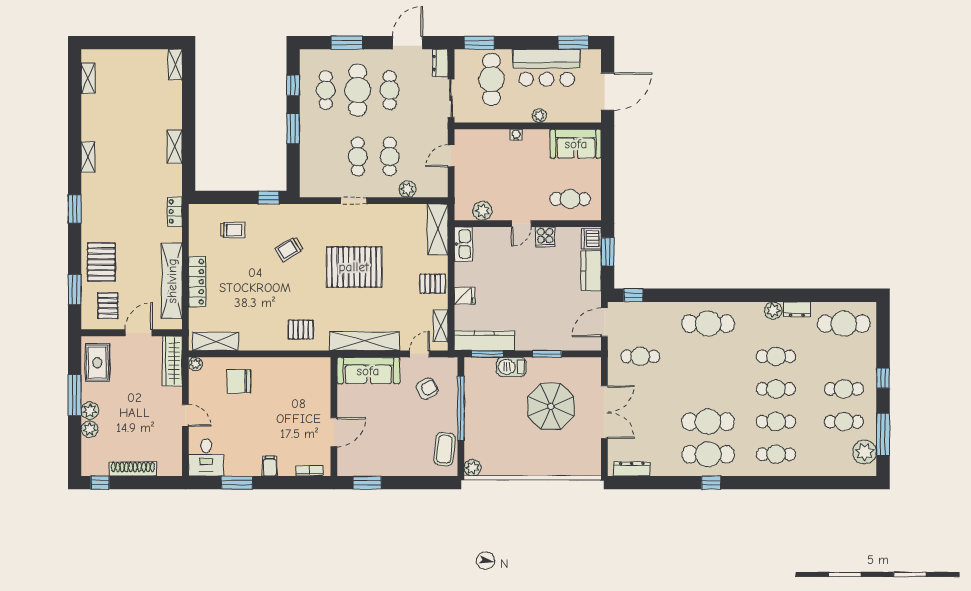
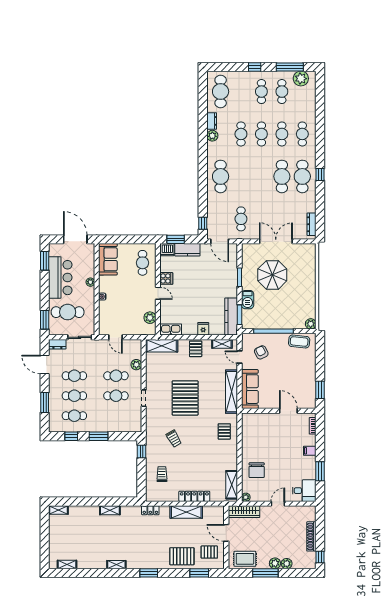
cafe table: (358, 90) -> (74, 396), width x0.73, depth x0.74
shelving: (172, 281) -> (186, 512), width x0.68

